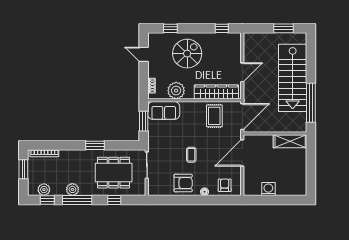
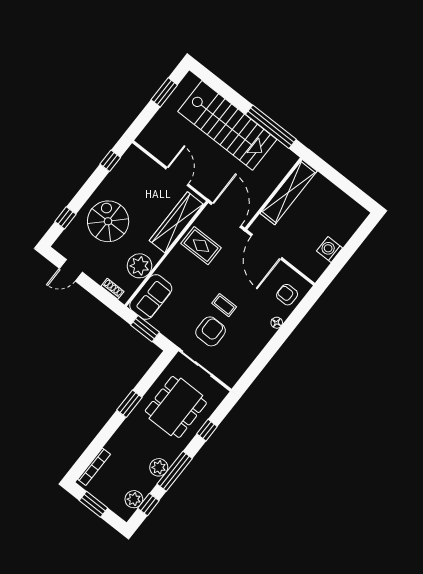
shelving: (290, 141) -> (289, 192), width x1.47
armchair: (183, 183) -> (211, 331), moved

